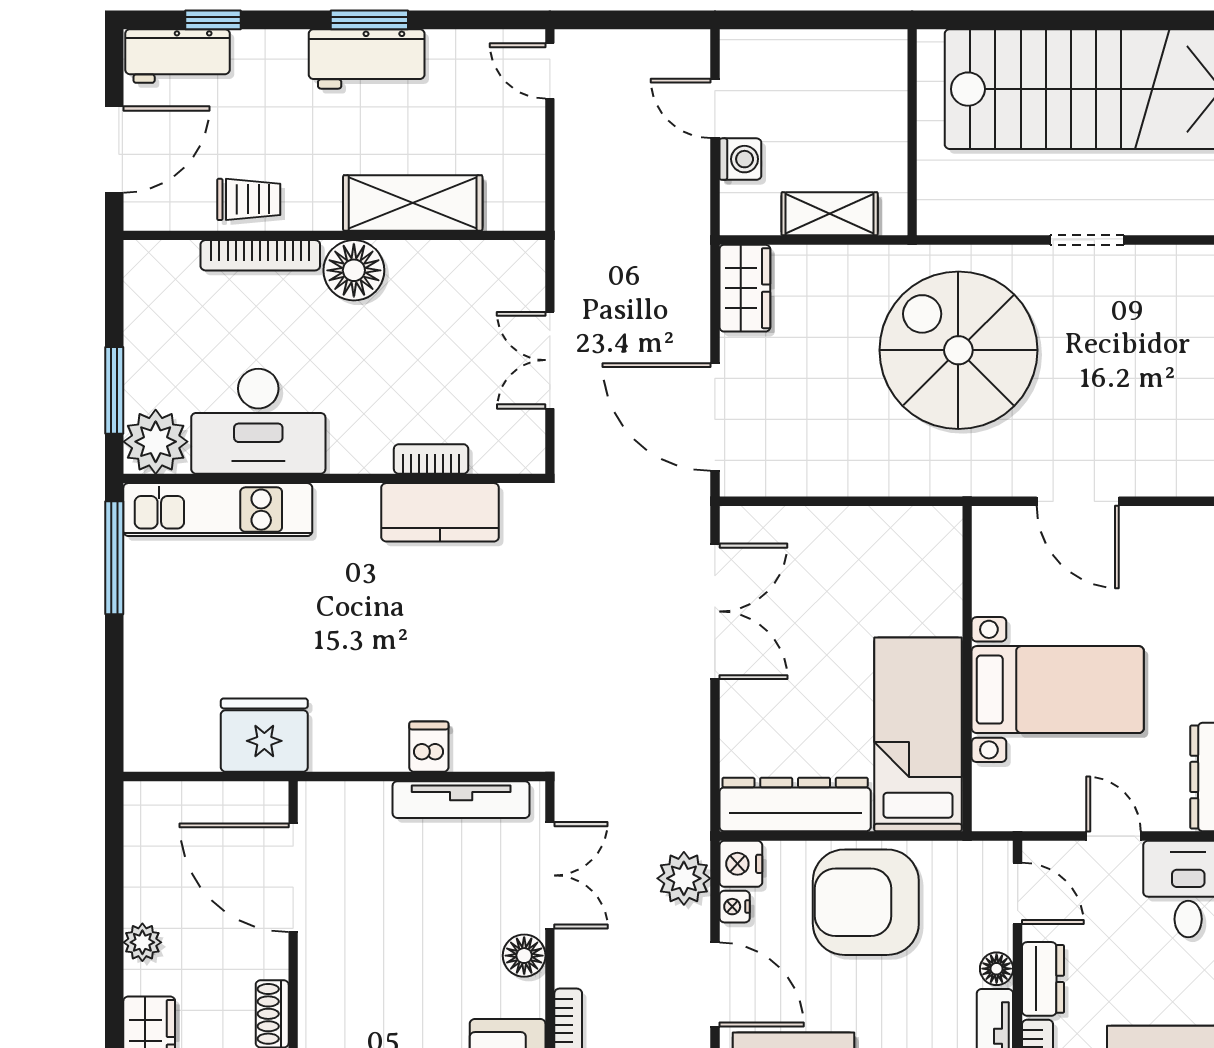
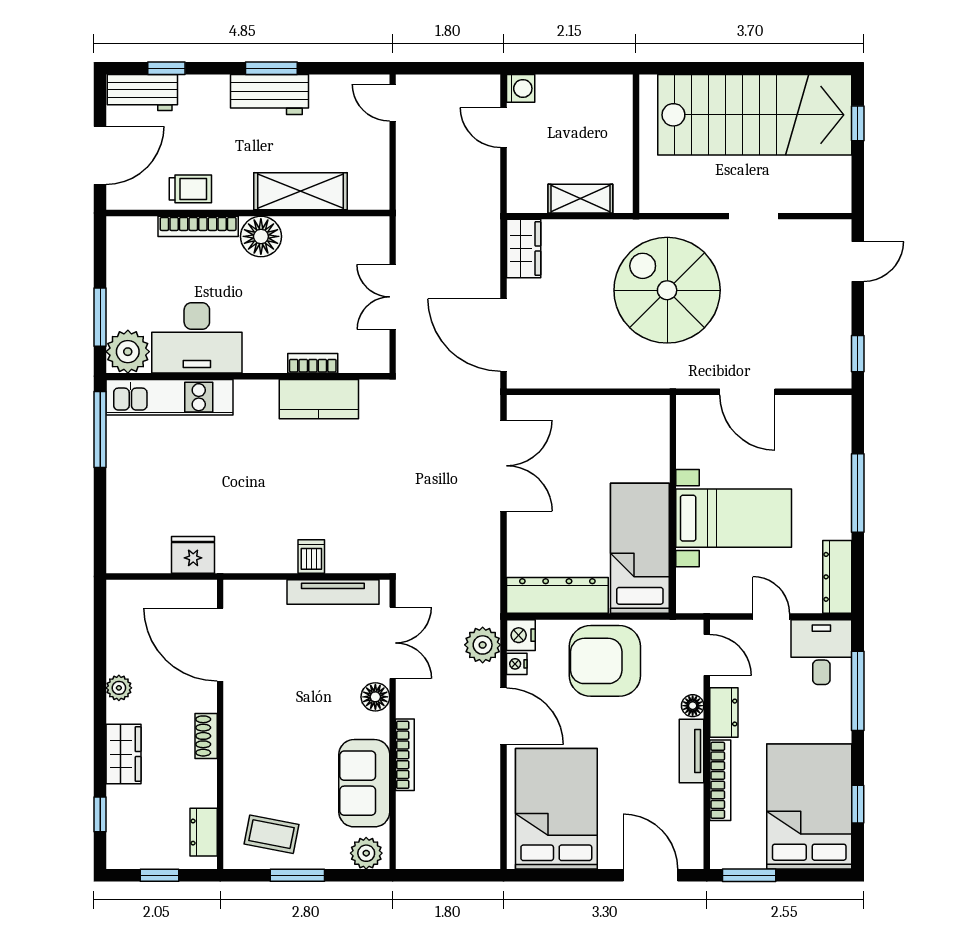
washing machine: (740, 159) -> (521, 88), moved
fridge: (264, 735) -> (193, 555), width x0.73, depth x0.75

